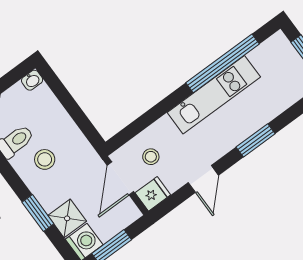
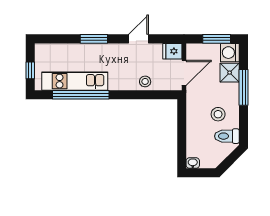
kitchen unit: (214, 95) -> (75, 81), moved
stool: (151, 157) -> (145, 81), moved
window: (38, 213) -> (244, 87), width x1.44

